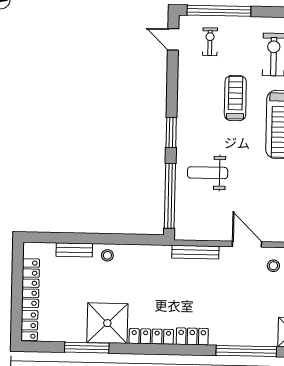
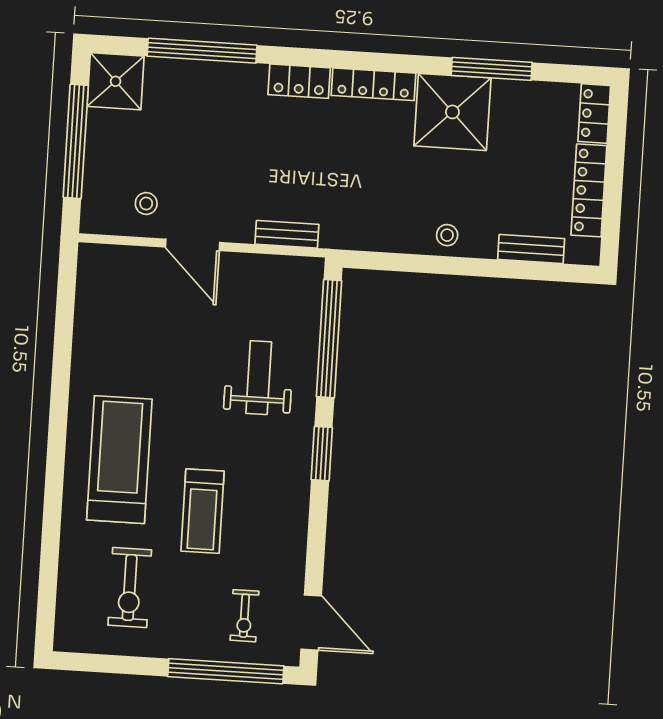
door: (173, 39) -> (311, 623), width x1.38
weight bench: (208, 173) -> (259, 378), turned -90
bench: (74, 250) -> (531, 249), moved
bench: (195, 252) -> (287, 234), width x0.73

